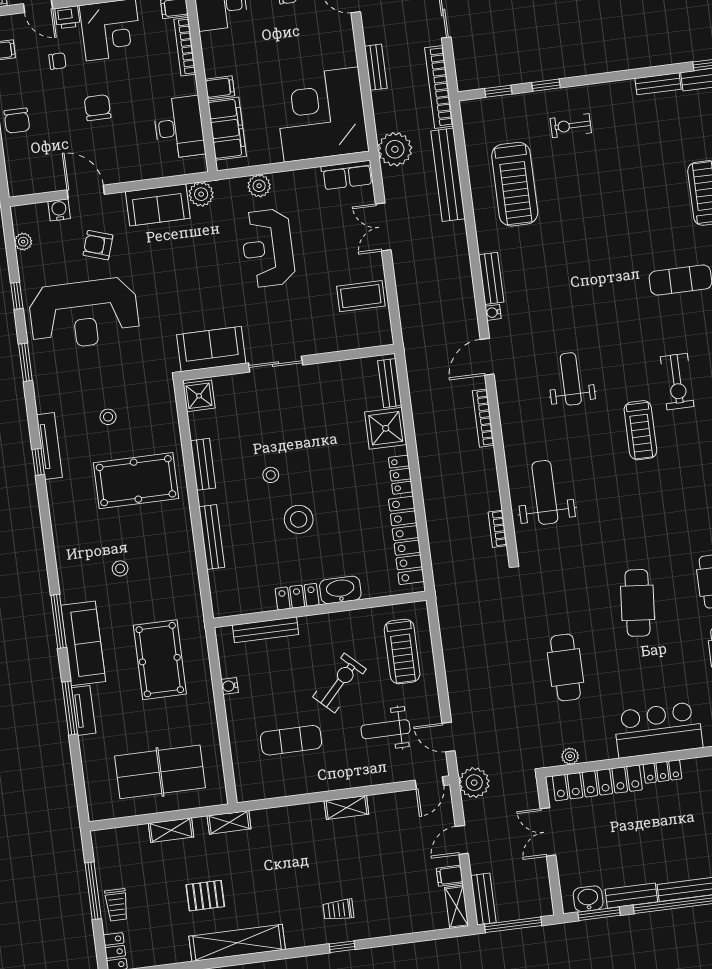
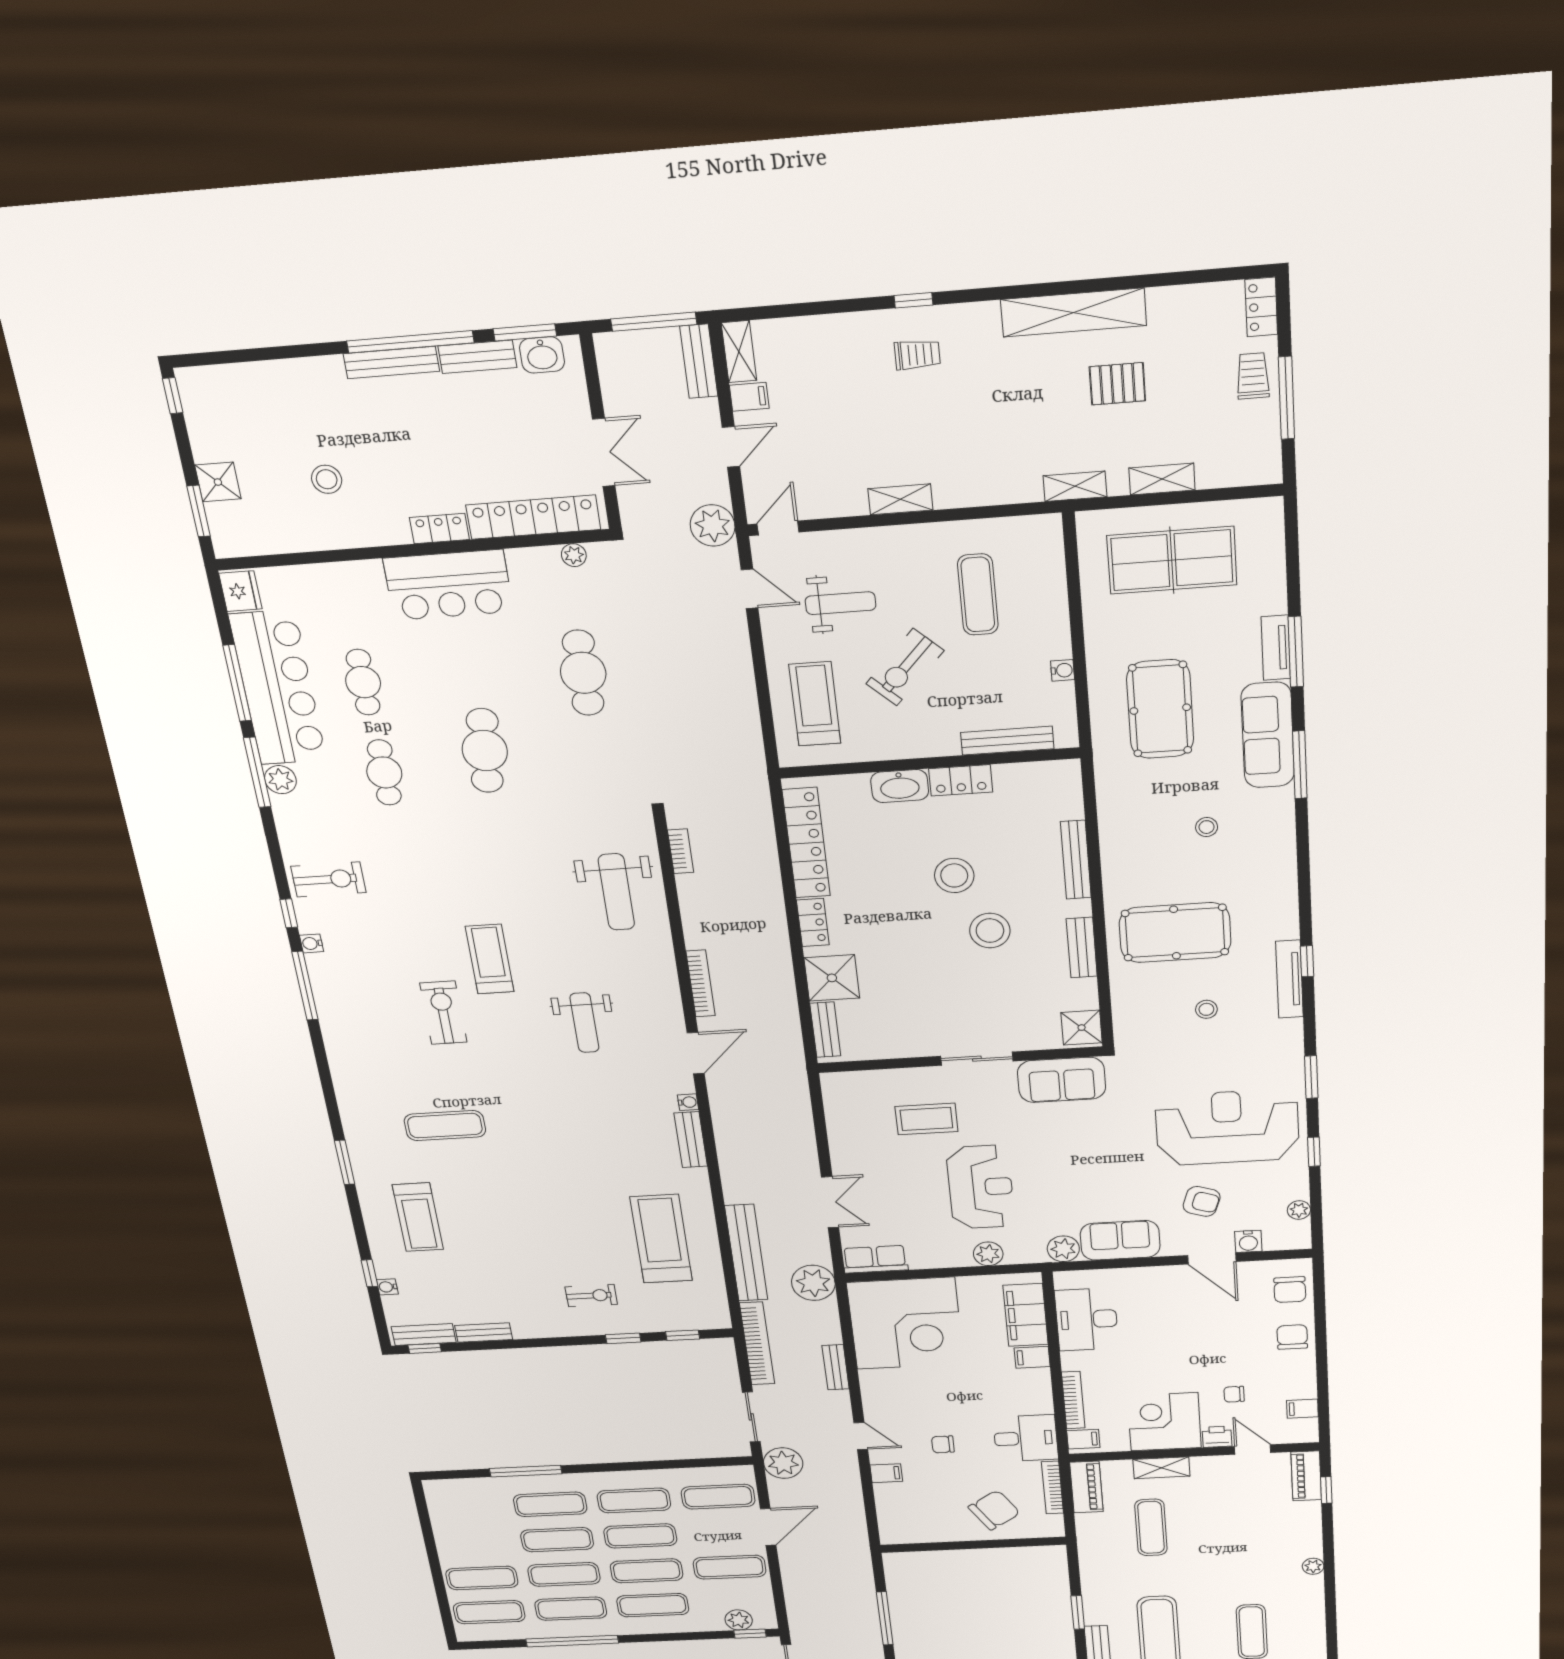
chair: (98, 108) -> (1290, 1290), moved
coffee table: (361, 296) -> (926, 1119), moved
stool: (271, 475) -> (990, 931), width x1.89, depth x1.89
exercise mat: (291, 740) -> (978, 595), turned 90

